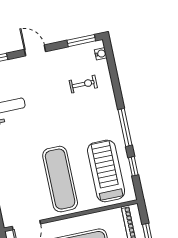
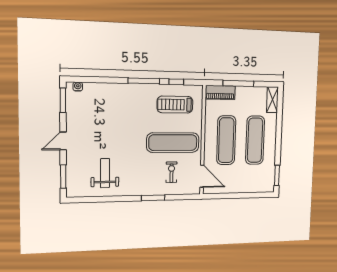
exercise bike: (83, 84) -> (171, 172), moved
treadmill: (106, 171) -> (175, 105), width x0.73, depth x0.73

